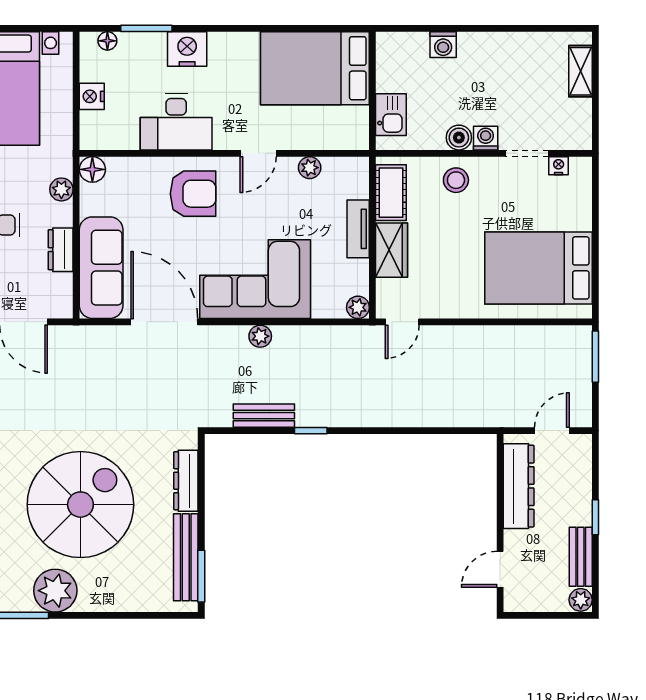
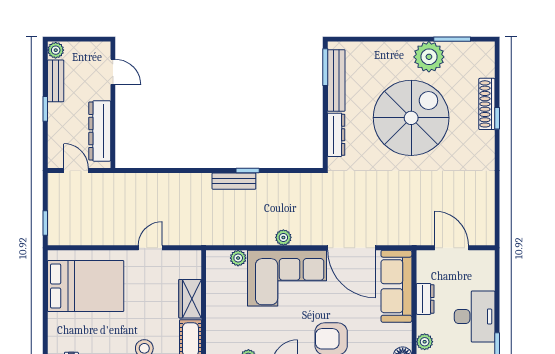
tv unit: (358, 229) -> (214, 314), removed
plant: (358, 307) -> (238, 258), moved
door: (402, 322) -> (150, 248), moved
window: (595, 357) -> (45, 223), width x0.67
bench: (264, 416) -> (234, 181), moved
door: (552, 431) -> (76, 170), swing flipped
spiral stairs: (80, 505) -> (411, 118), turned 180
door: (500, 569) -> (113, 72), hinge flipped

